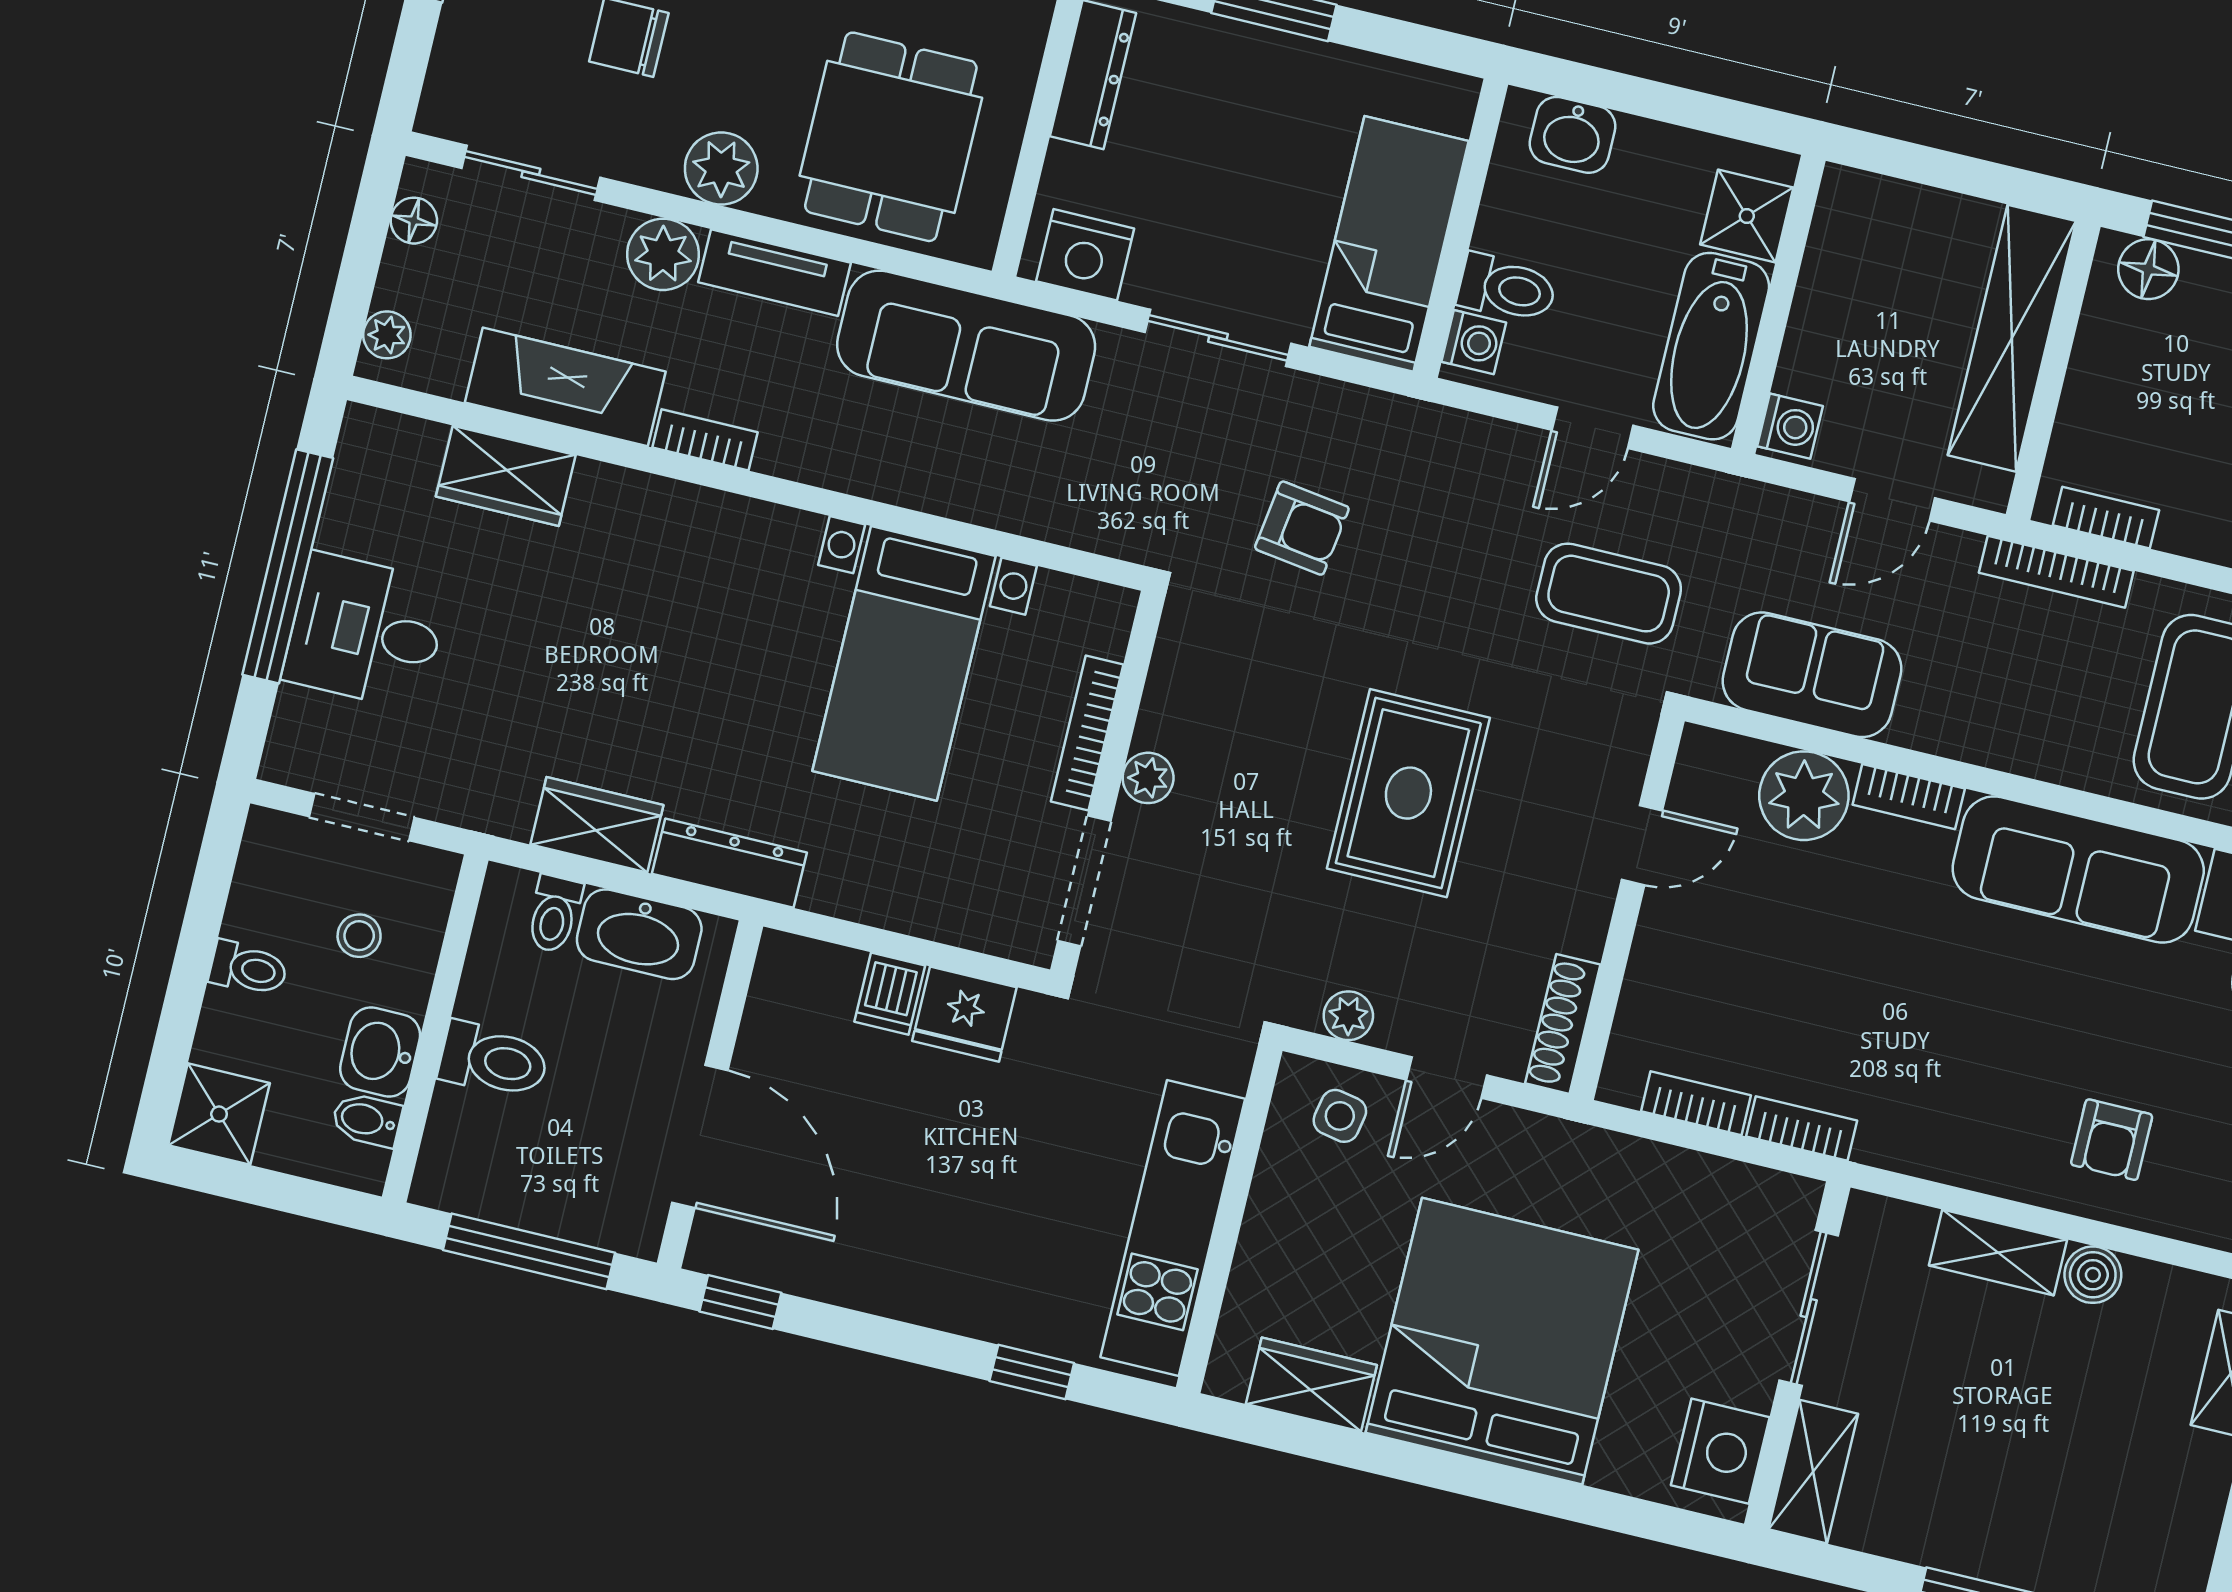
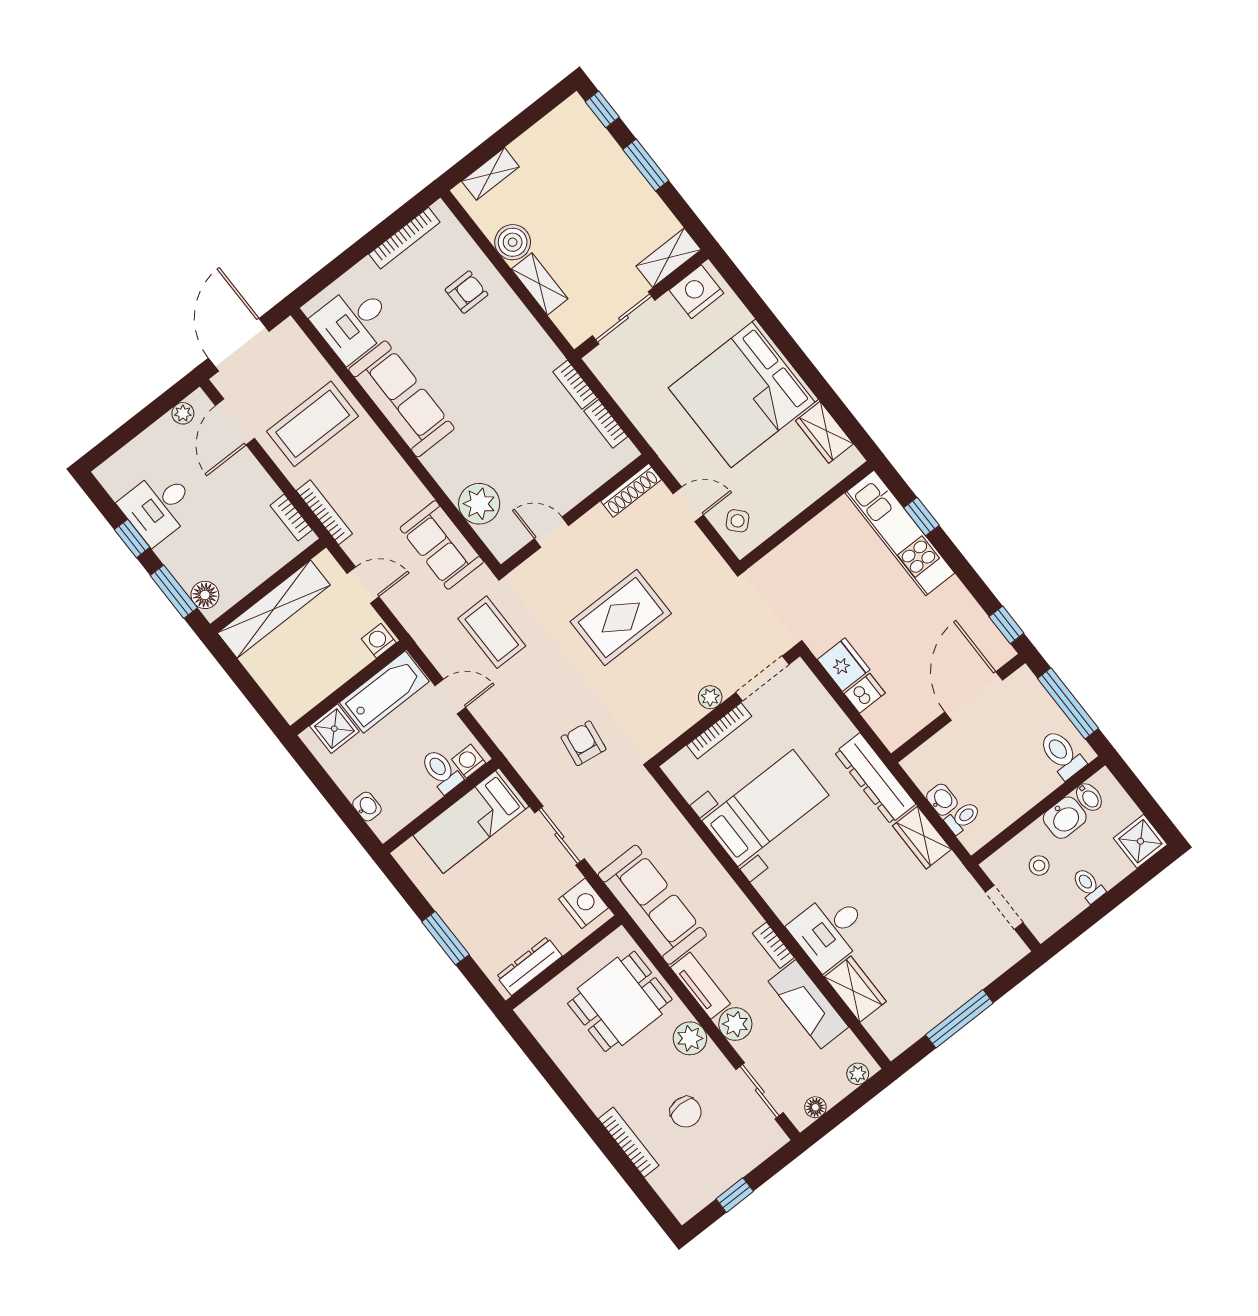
washbasin: (1573, 135) -> (367, 807), width x0.72, depth x0.69
window: (288, 566) -> (959, 1019), width x0.68
desk: (366, 631) -> (830, 930), moved, turned 90
bookcase: (1909, 797) -> (442, 473), removed
dresser: (729, 863) -> (875, 778), width x1.37, depth x1.24
washbasin: (639, 934) -> (942, 800), width x0.52, depth x0.69
plant: (1348, 1016) -> (706, 554), removed
toilet: (494, 1060) -> (1062, 754), moved
side table: (1340, 1116) -> (738, 521), turned 36
kitchen unit: (1173, 1228) -> (900, 533), moved, turned 90
boiler: (2093, 1275) -> (513, 242), width x1.36, depth x1.36

